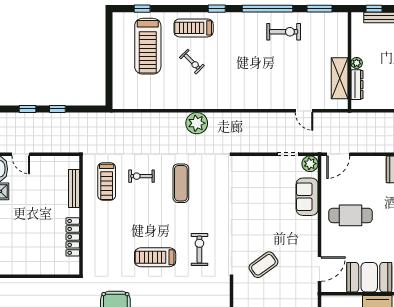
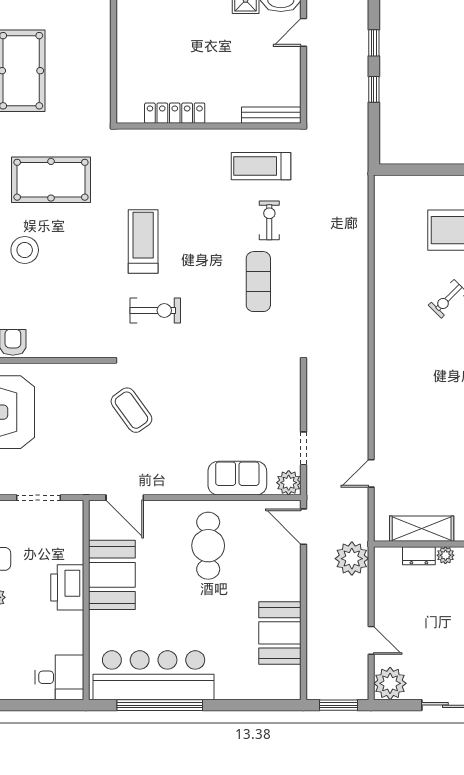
dresser: (357, 85) -> (419, 556), width x0.70
plant: (197, 123) -> (352, 559), moved
exercise mat: (181, 183) -> (258, 282), turned 90
bench: (74, 188) -> (271, 115), moved

